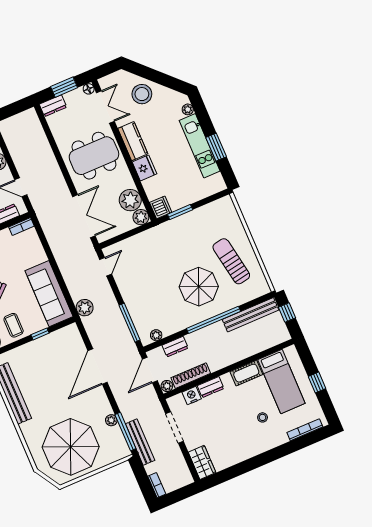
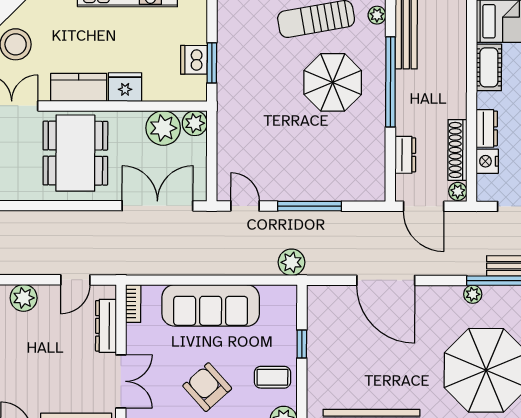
dishwasher: (161, 207) -> (194, 60), moved, turned -90
sofa: (49, 294) -> (211, 305), moved
window: (130, 323) -> (310, 206), moved
plant: (156, 335) -> (377, 15), moved

